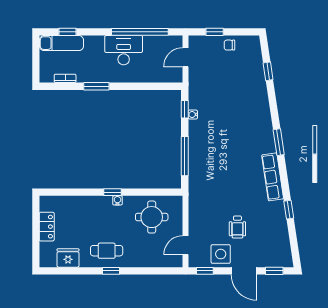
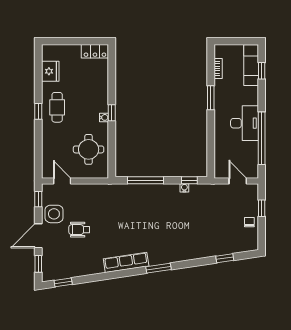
window: (289, 210) -> (63, 282), moved
locker: (47, 227) -> (95, 51), moved

